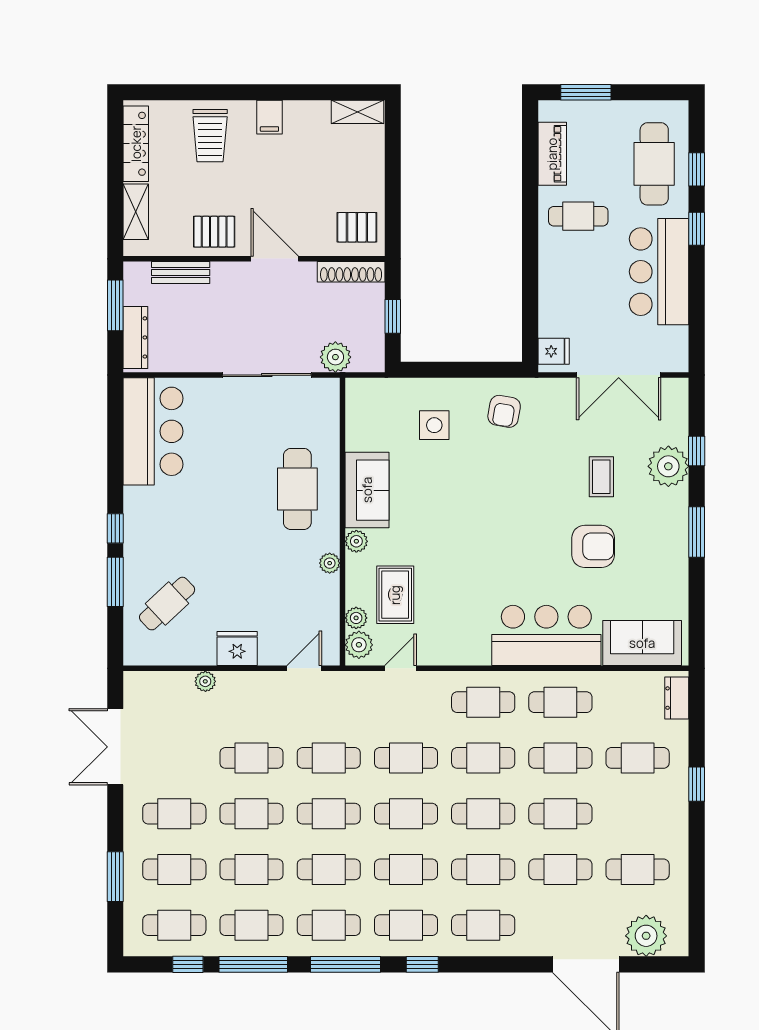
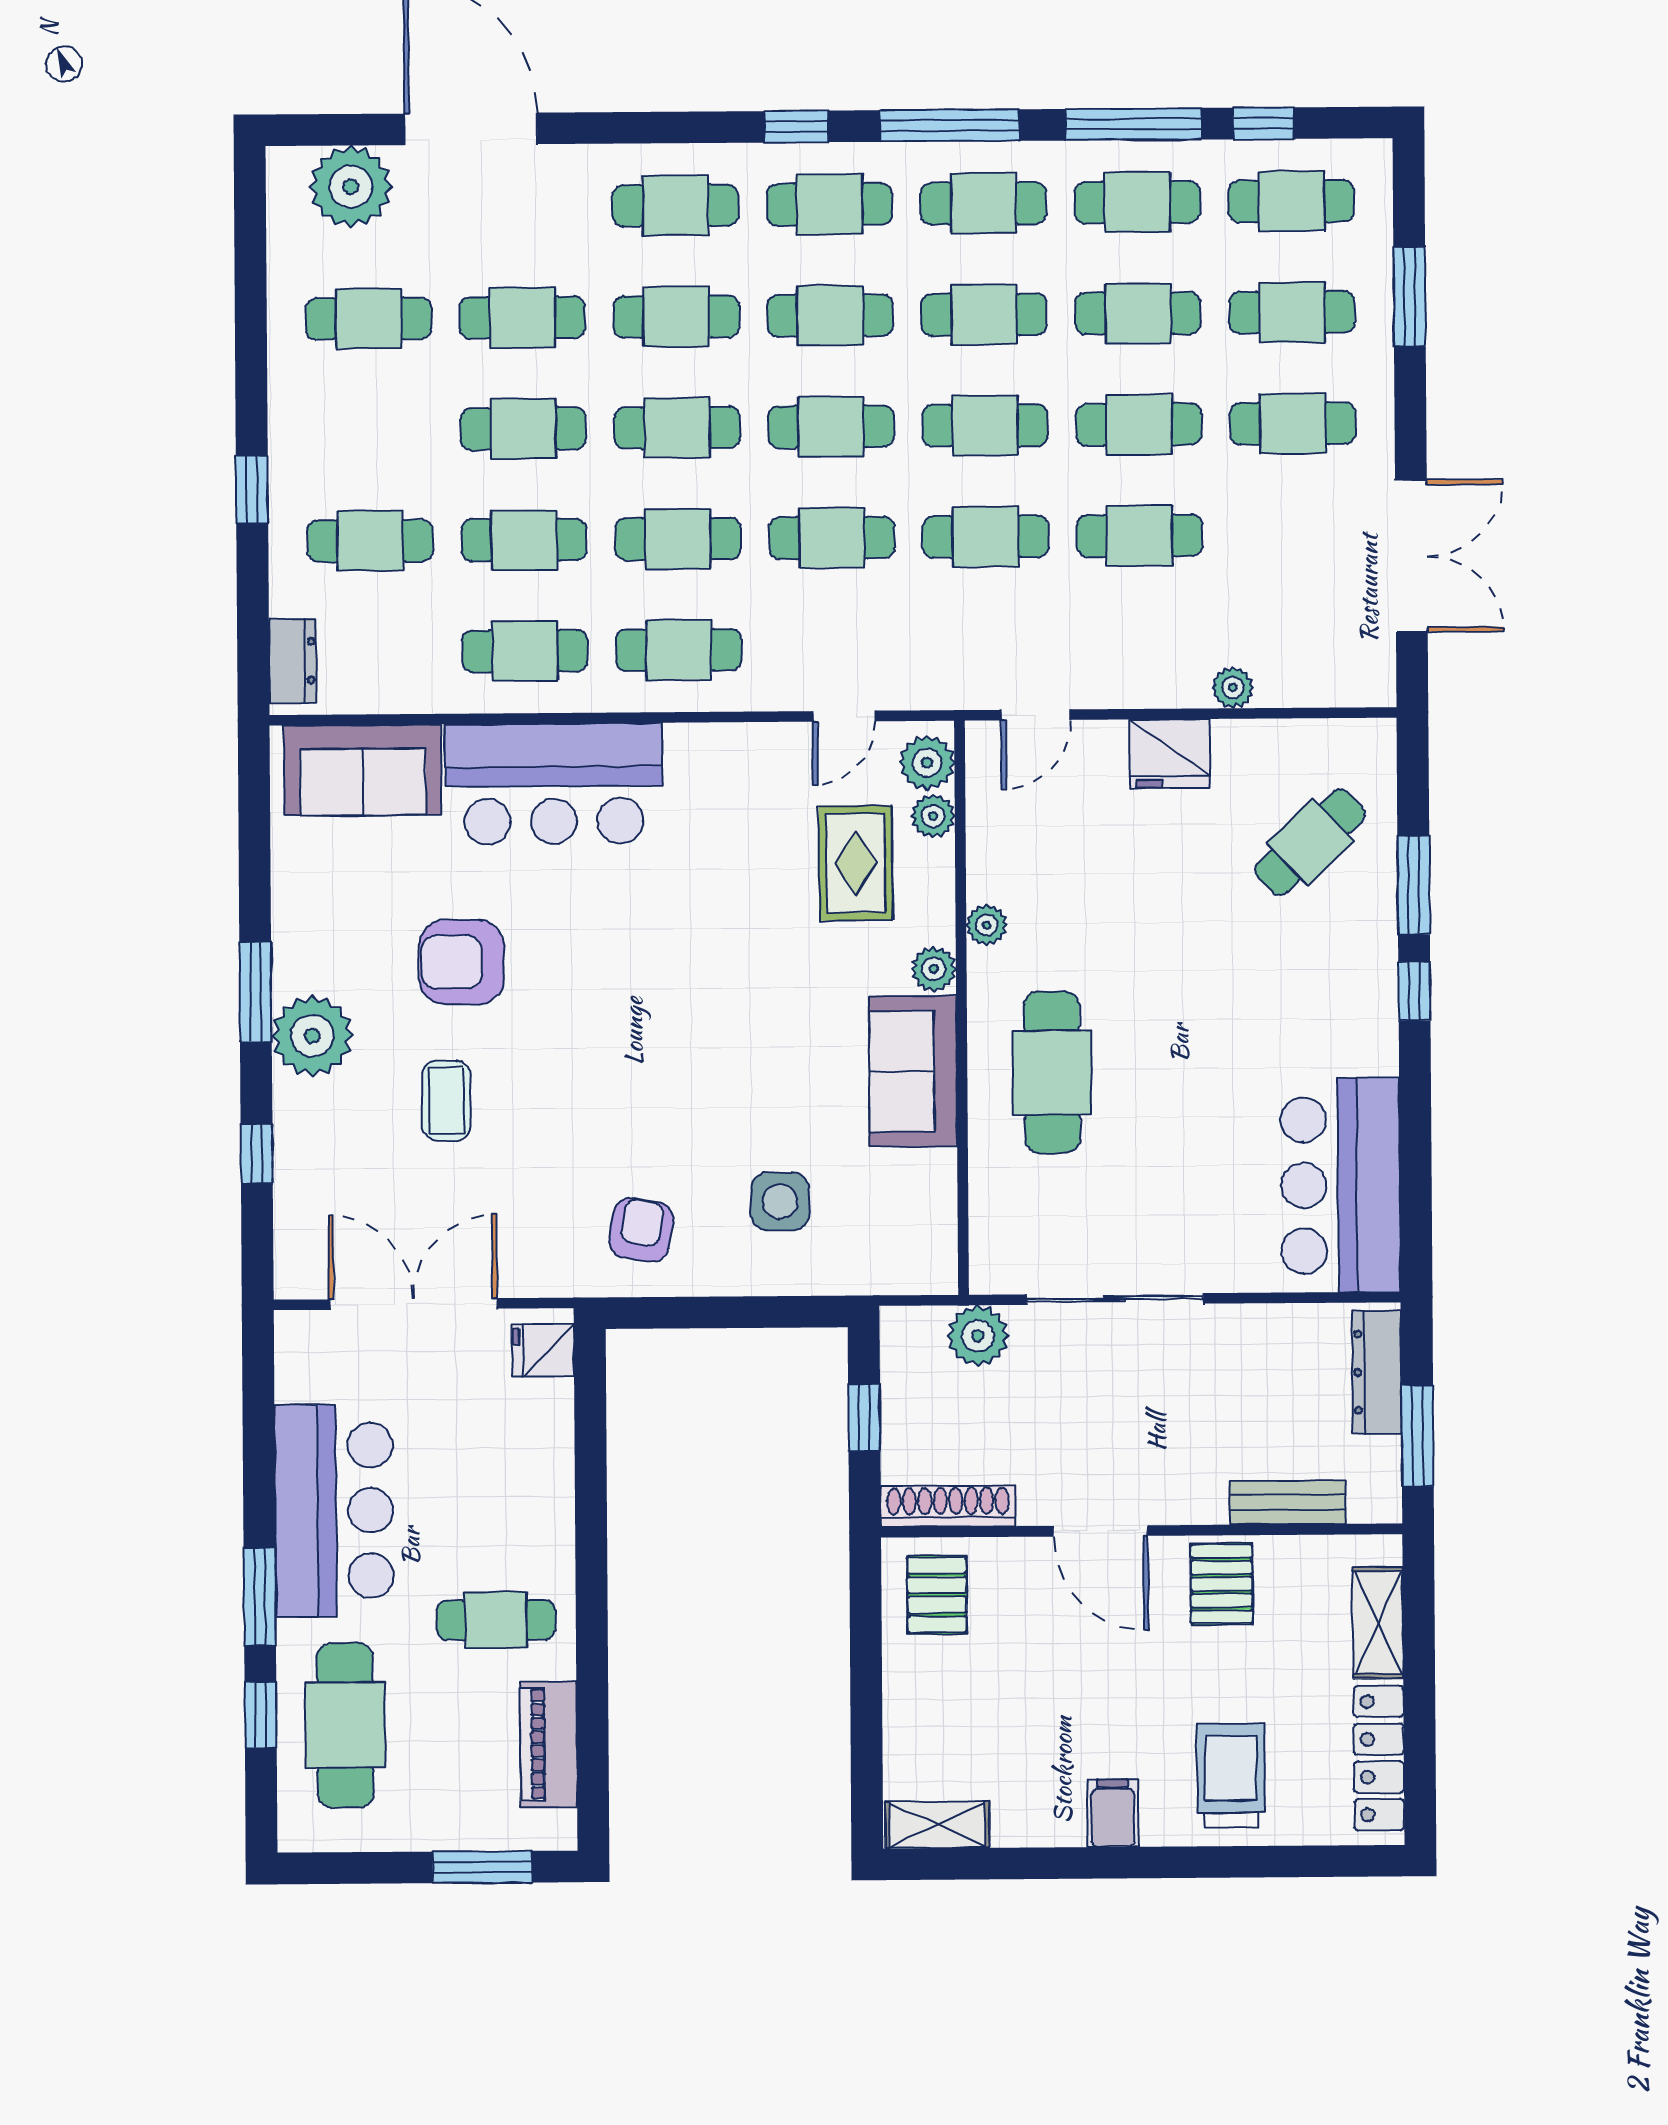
pallet: (357, 227) -> (937, 1595), turned 90
window: (697, 229) -> (260, 1597), width x1.50
pallet: (214, 232) -> (1222, 1584), turned 90
plant: (668, 466) -> (312, 1036), moved

